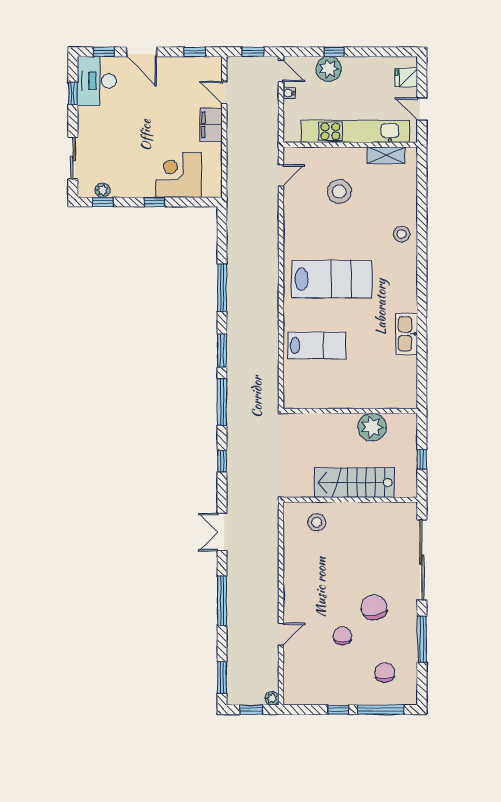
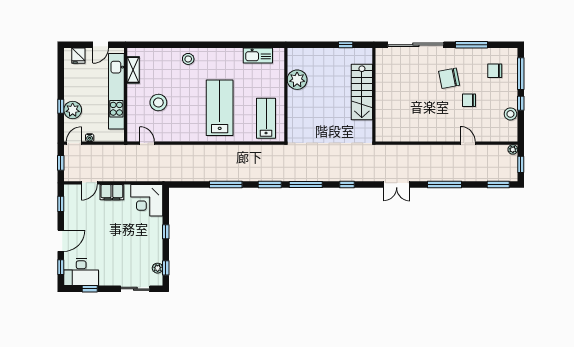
corner desk: (179, 175) -> (147, 200), moved
wall: (350, 411) -> (286, 95), moved
plant: (372, 427) -> (297, 80), moved
stool: (317, 522) -> (510, 114), moved

